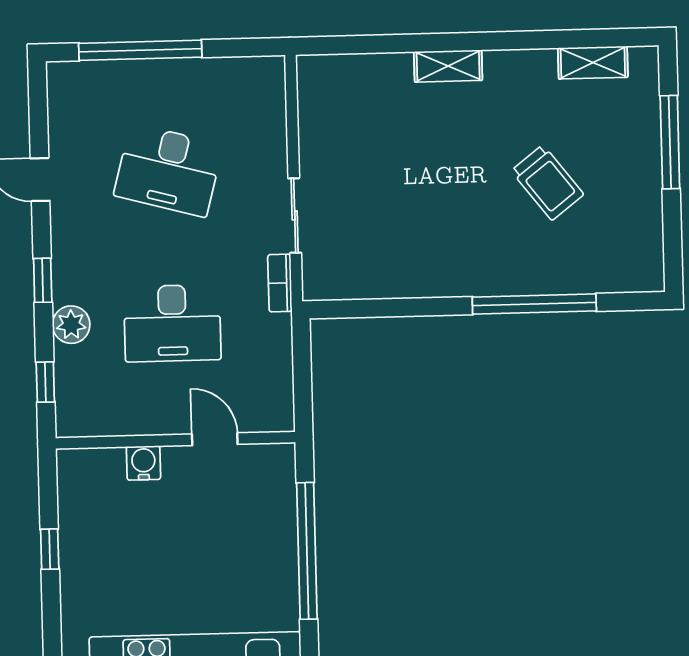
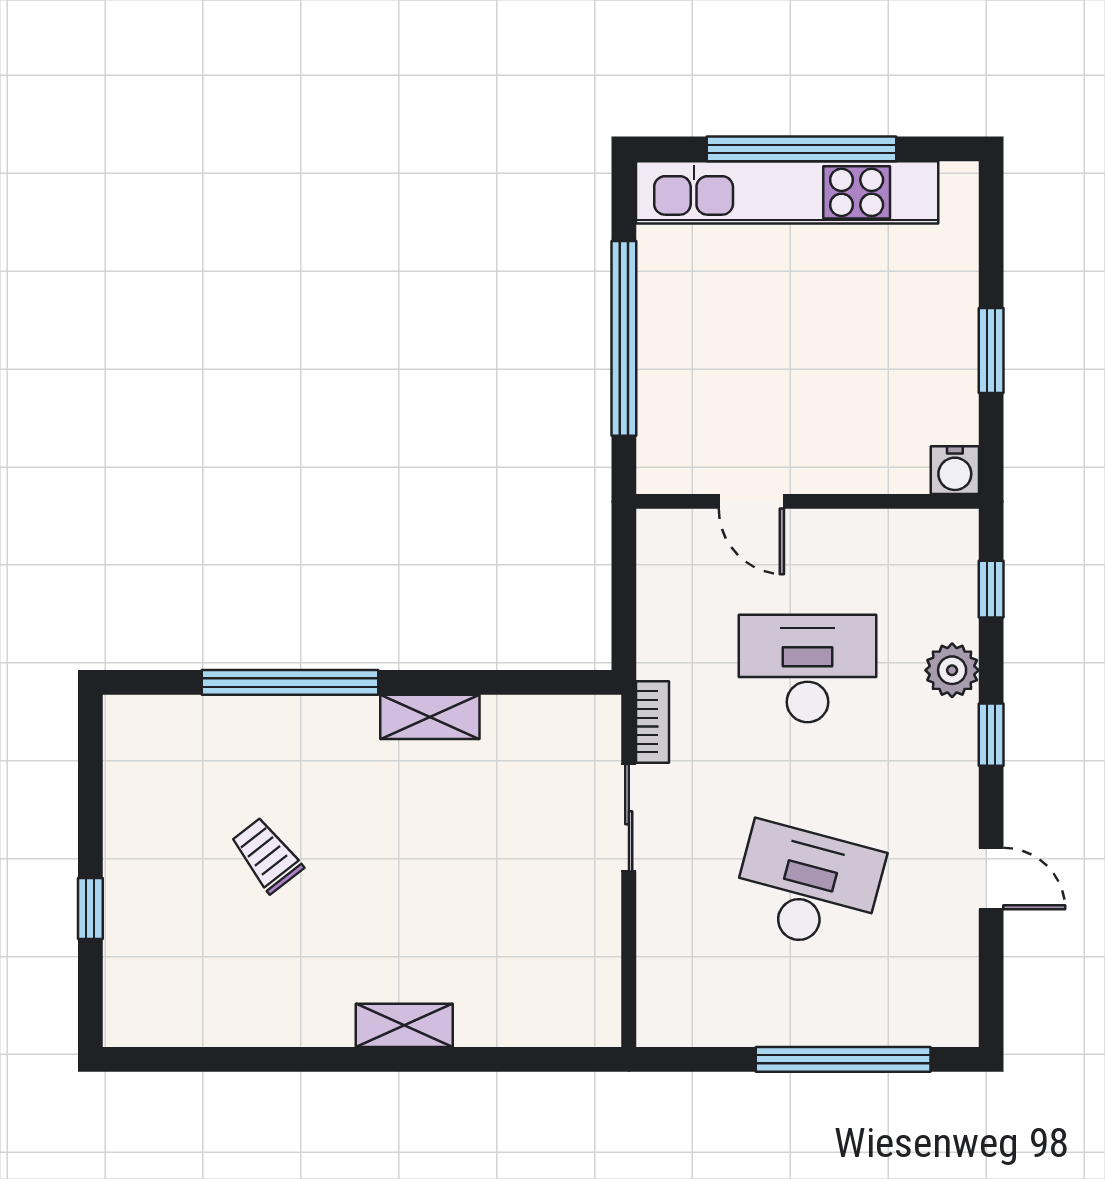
shelving: (593, 63) -> (430, 717), moved
window: (670, 142) -> (90, 908), width x0.46
trolley: (547, 183) -> (267, 855), width x0.73, depth x0.72
water cooler: (143, 463) -> (955, 470), moved
window: (50, 549) -> (991, 351), width x1.50

